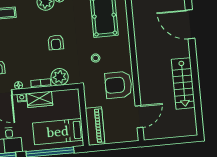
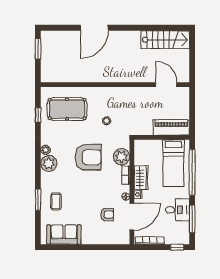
door: (190, 24) -> (94, 28), moved
armchair: (56, 42) -> (88, 157), width x1.88, depth x1.88
stairs: (183, 83) -> (165, 40), moved
armchair: (118, 85) -> (134, 101), removed

